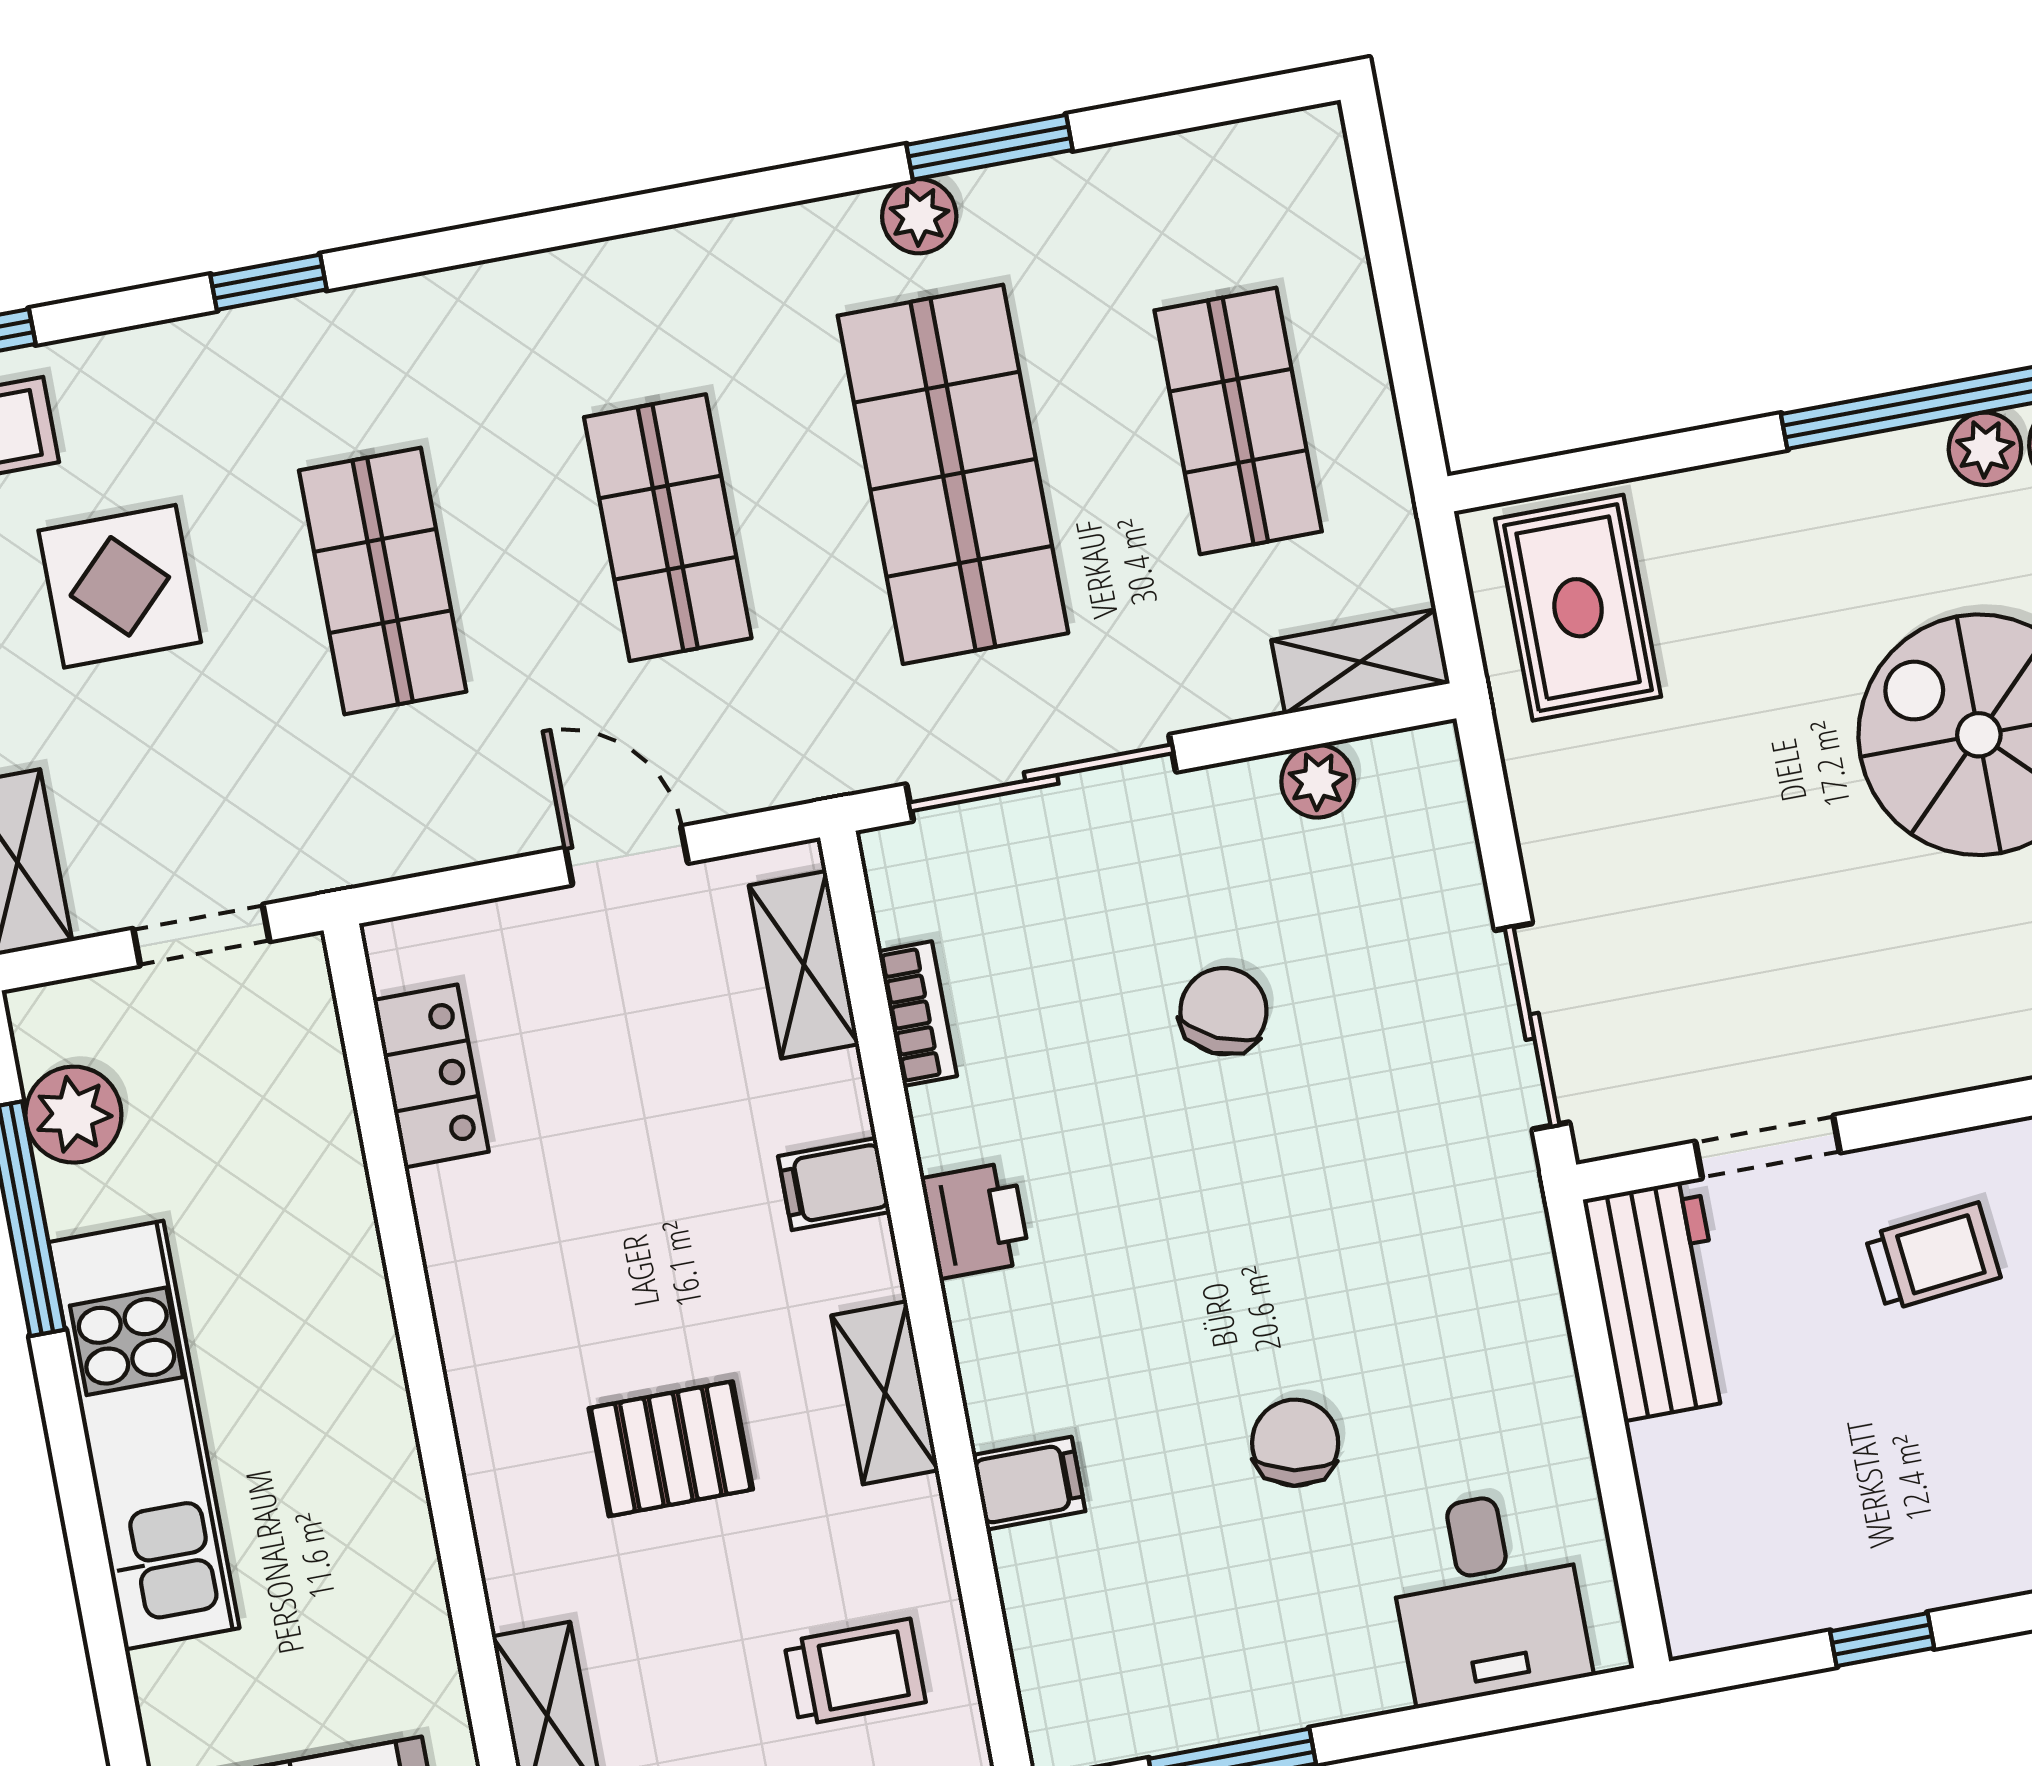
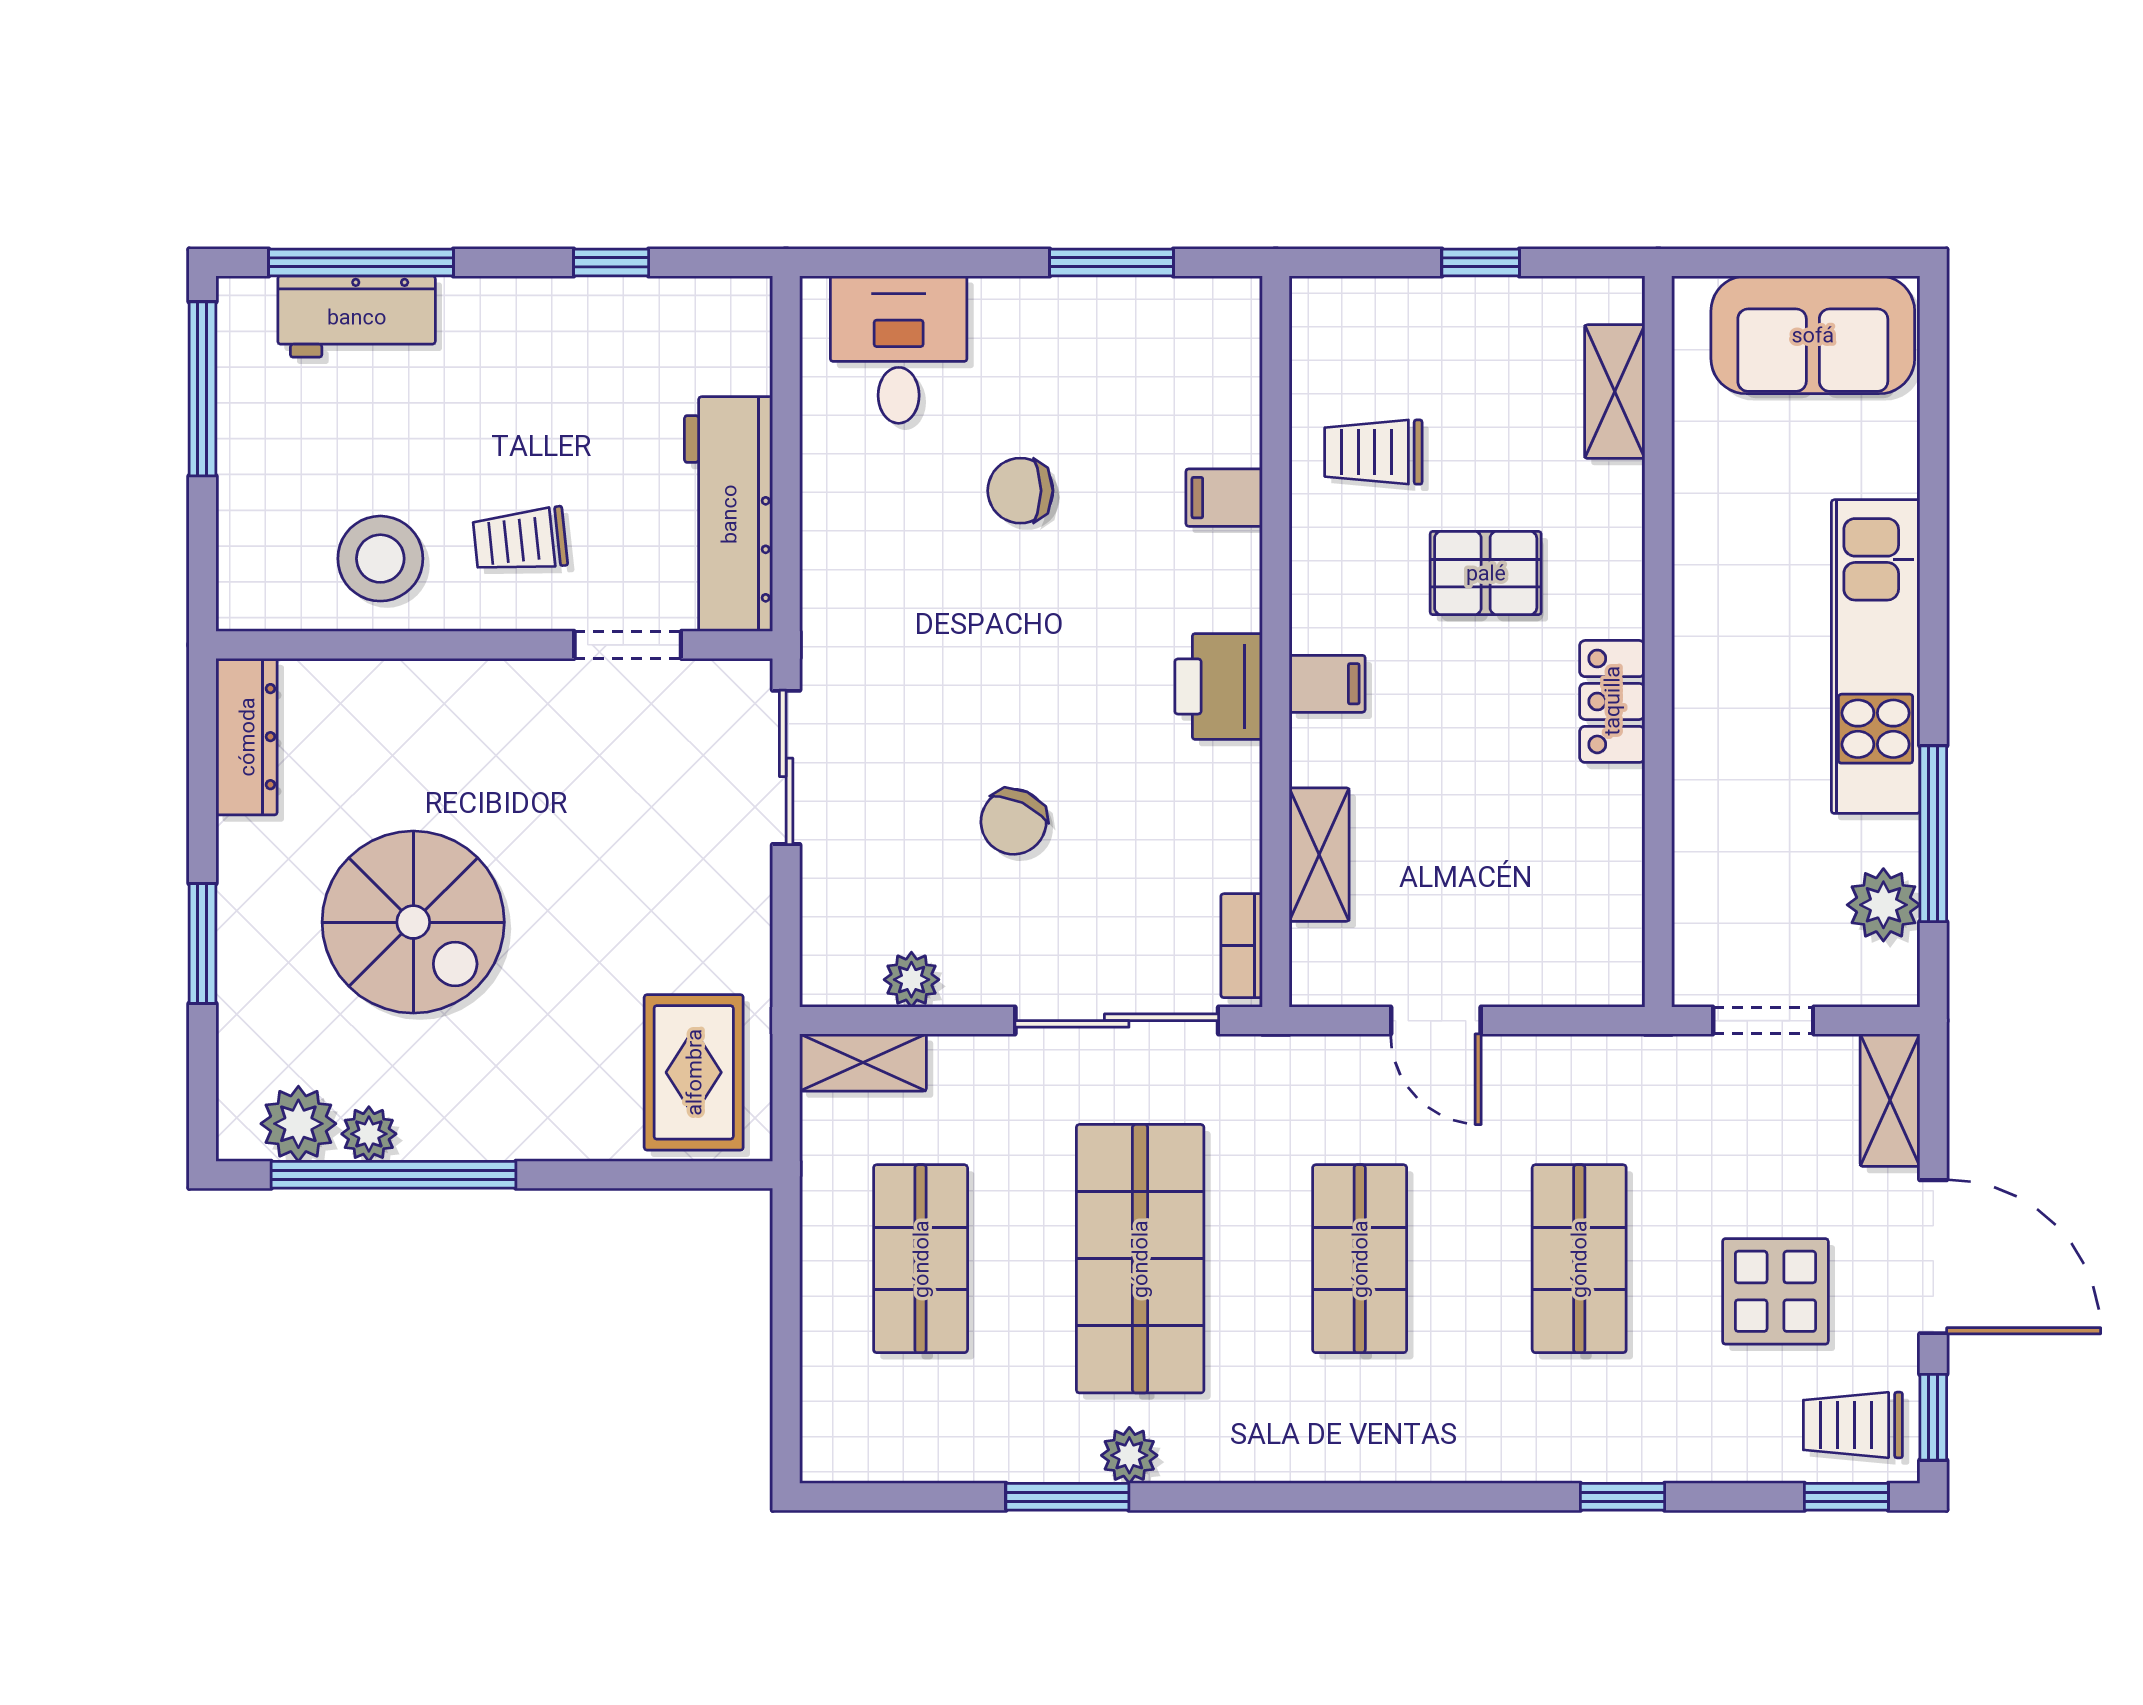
shelving: (804, 965) -> (1319, 855), moved
bookcase: (917, 1014) -> (1242, 946), moved
locker: (431, 1076) -> (1612, 701), moved
filing cabinet: (834, 1184) -> (1327, 684), moved
printer: (976, 1220) -> (1219, 686), width x1.36, depth x1.24
workbench: (1661, 1300) -> (729, 514), width x1.38
shelving: (885, 1393) -> (1318, 585), removed
chair: (1295, 1443) -> (1020, 491), turned 78
trolley: (855, 1672) -> (1373, 452), moved

